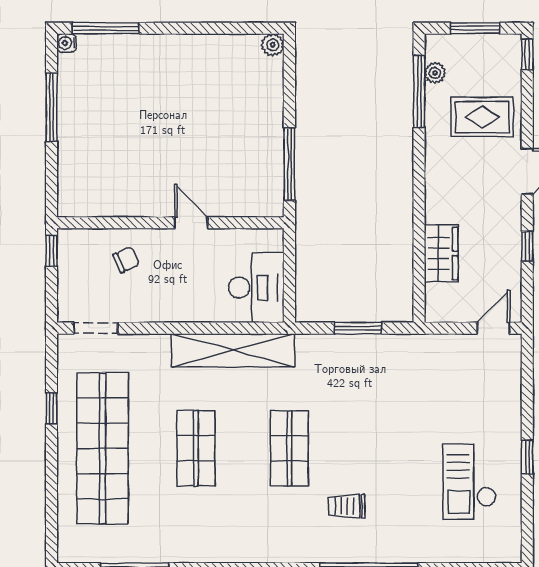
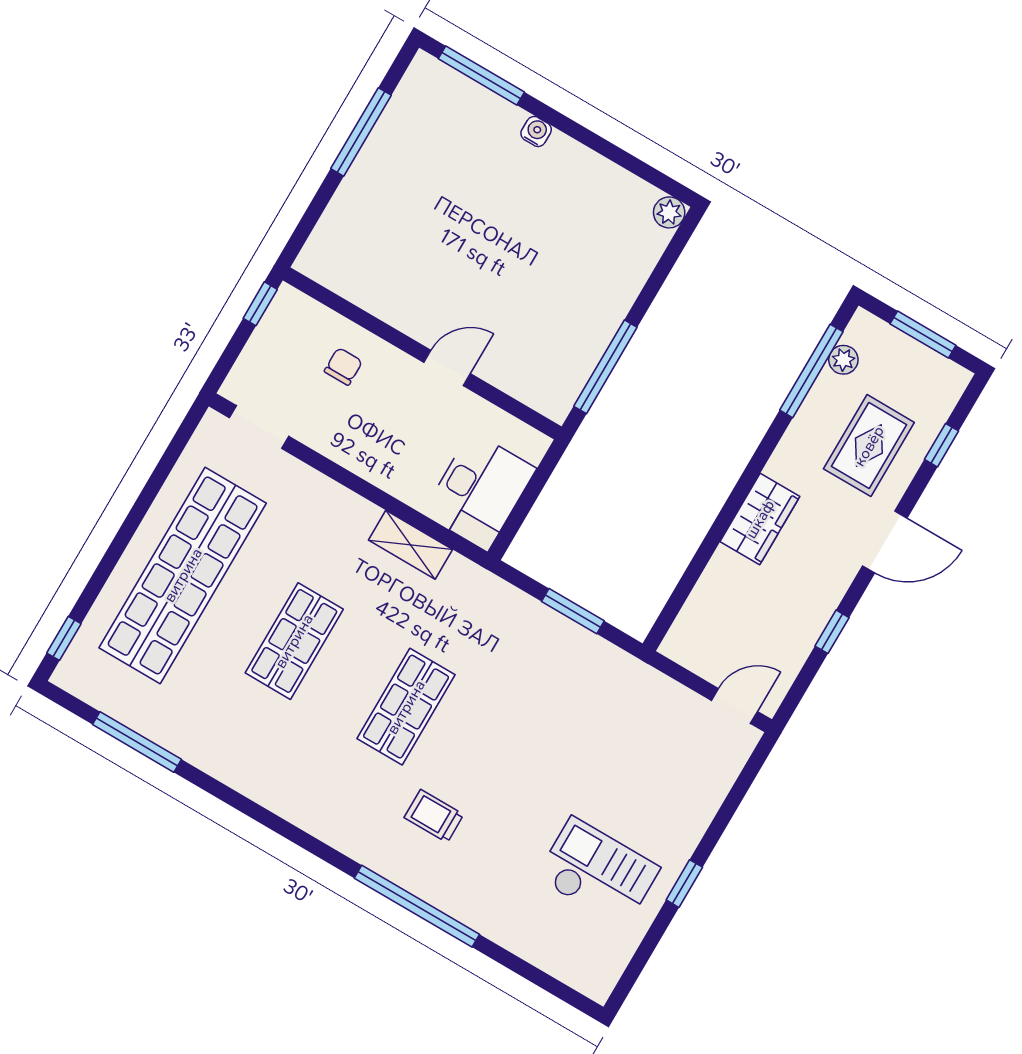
water cooler: (66, 43) -> (536, 132), moved, turned 90
window: (527, 54) -> (942, 445), moved
rug: (482, 117) -> (869, 446), turned 90
door: (191, 223) -> (447, 368), hinge flipped
wardrobe: (441, 253) -> (760, 519), moved
chair: (126, 260) -> (343, 366), turned -66
shelving: (233, 350) -> (411, 545), width x0.45, depth x0.75
window: (52, 408) -> (64, 638), moved
checkout: (469, 482) -> (598, 873), turned 90

